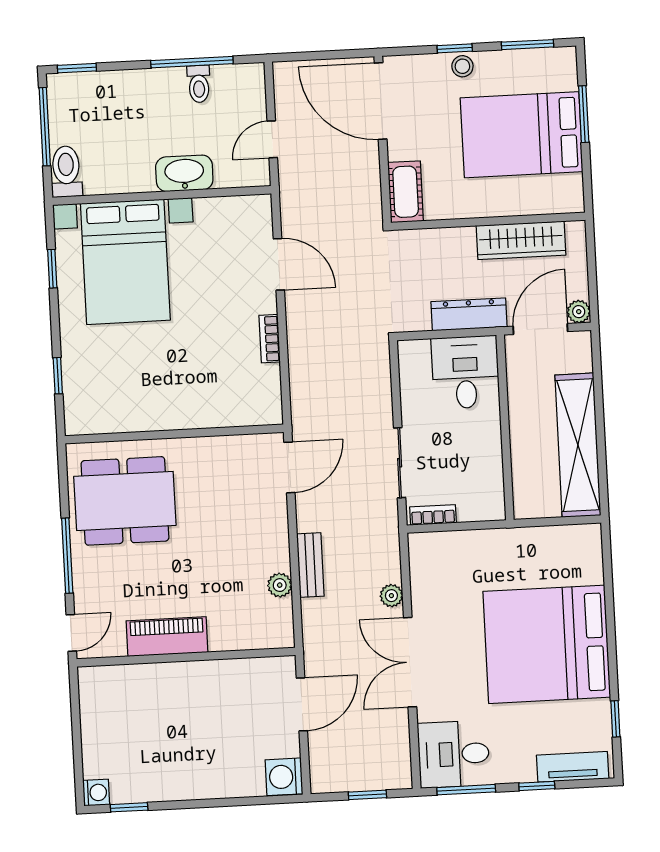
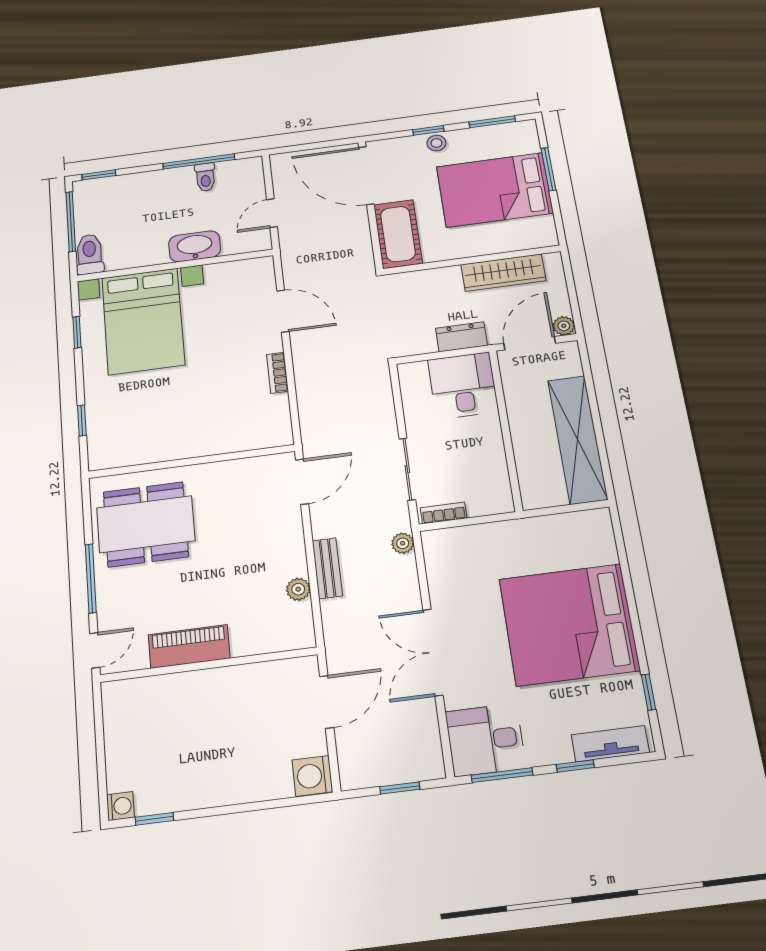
cot: (406, 192) -> (398, 234), width x1.37, depth x1.34
dresser: (469, 314) -> (462, 337), width x0.70
plant: (391, 596) -> (403, 543), moved

